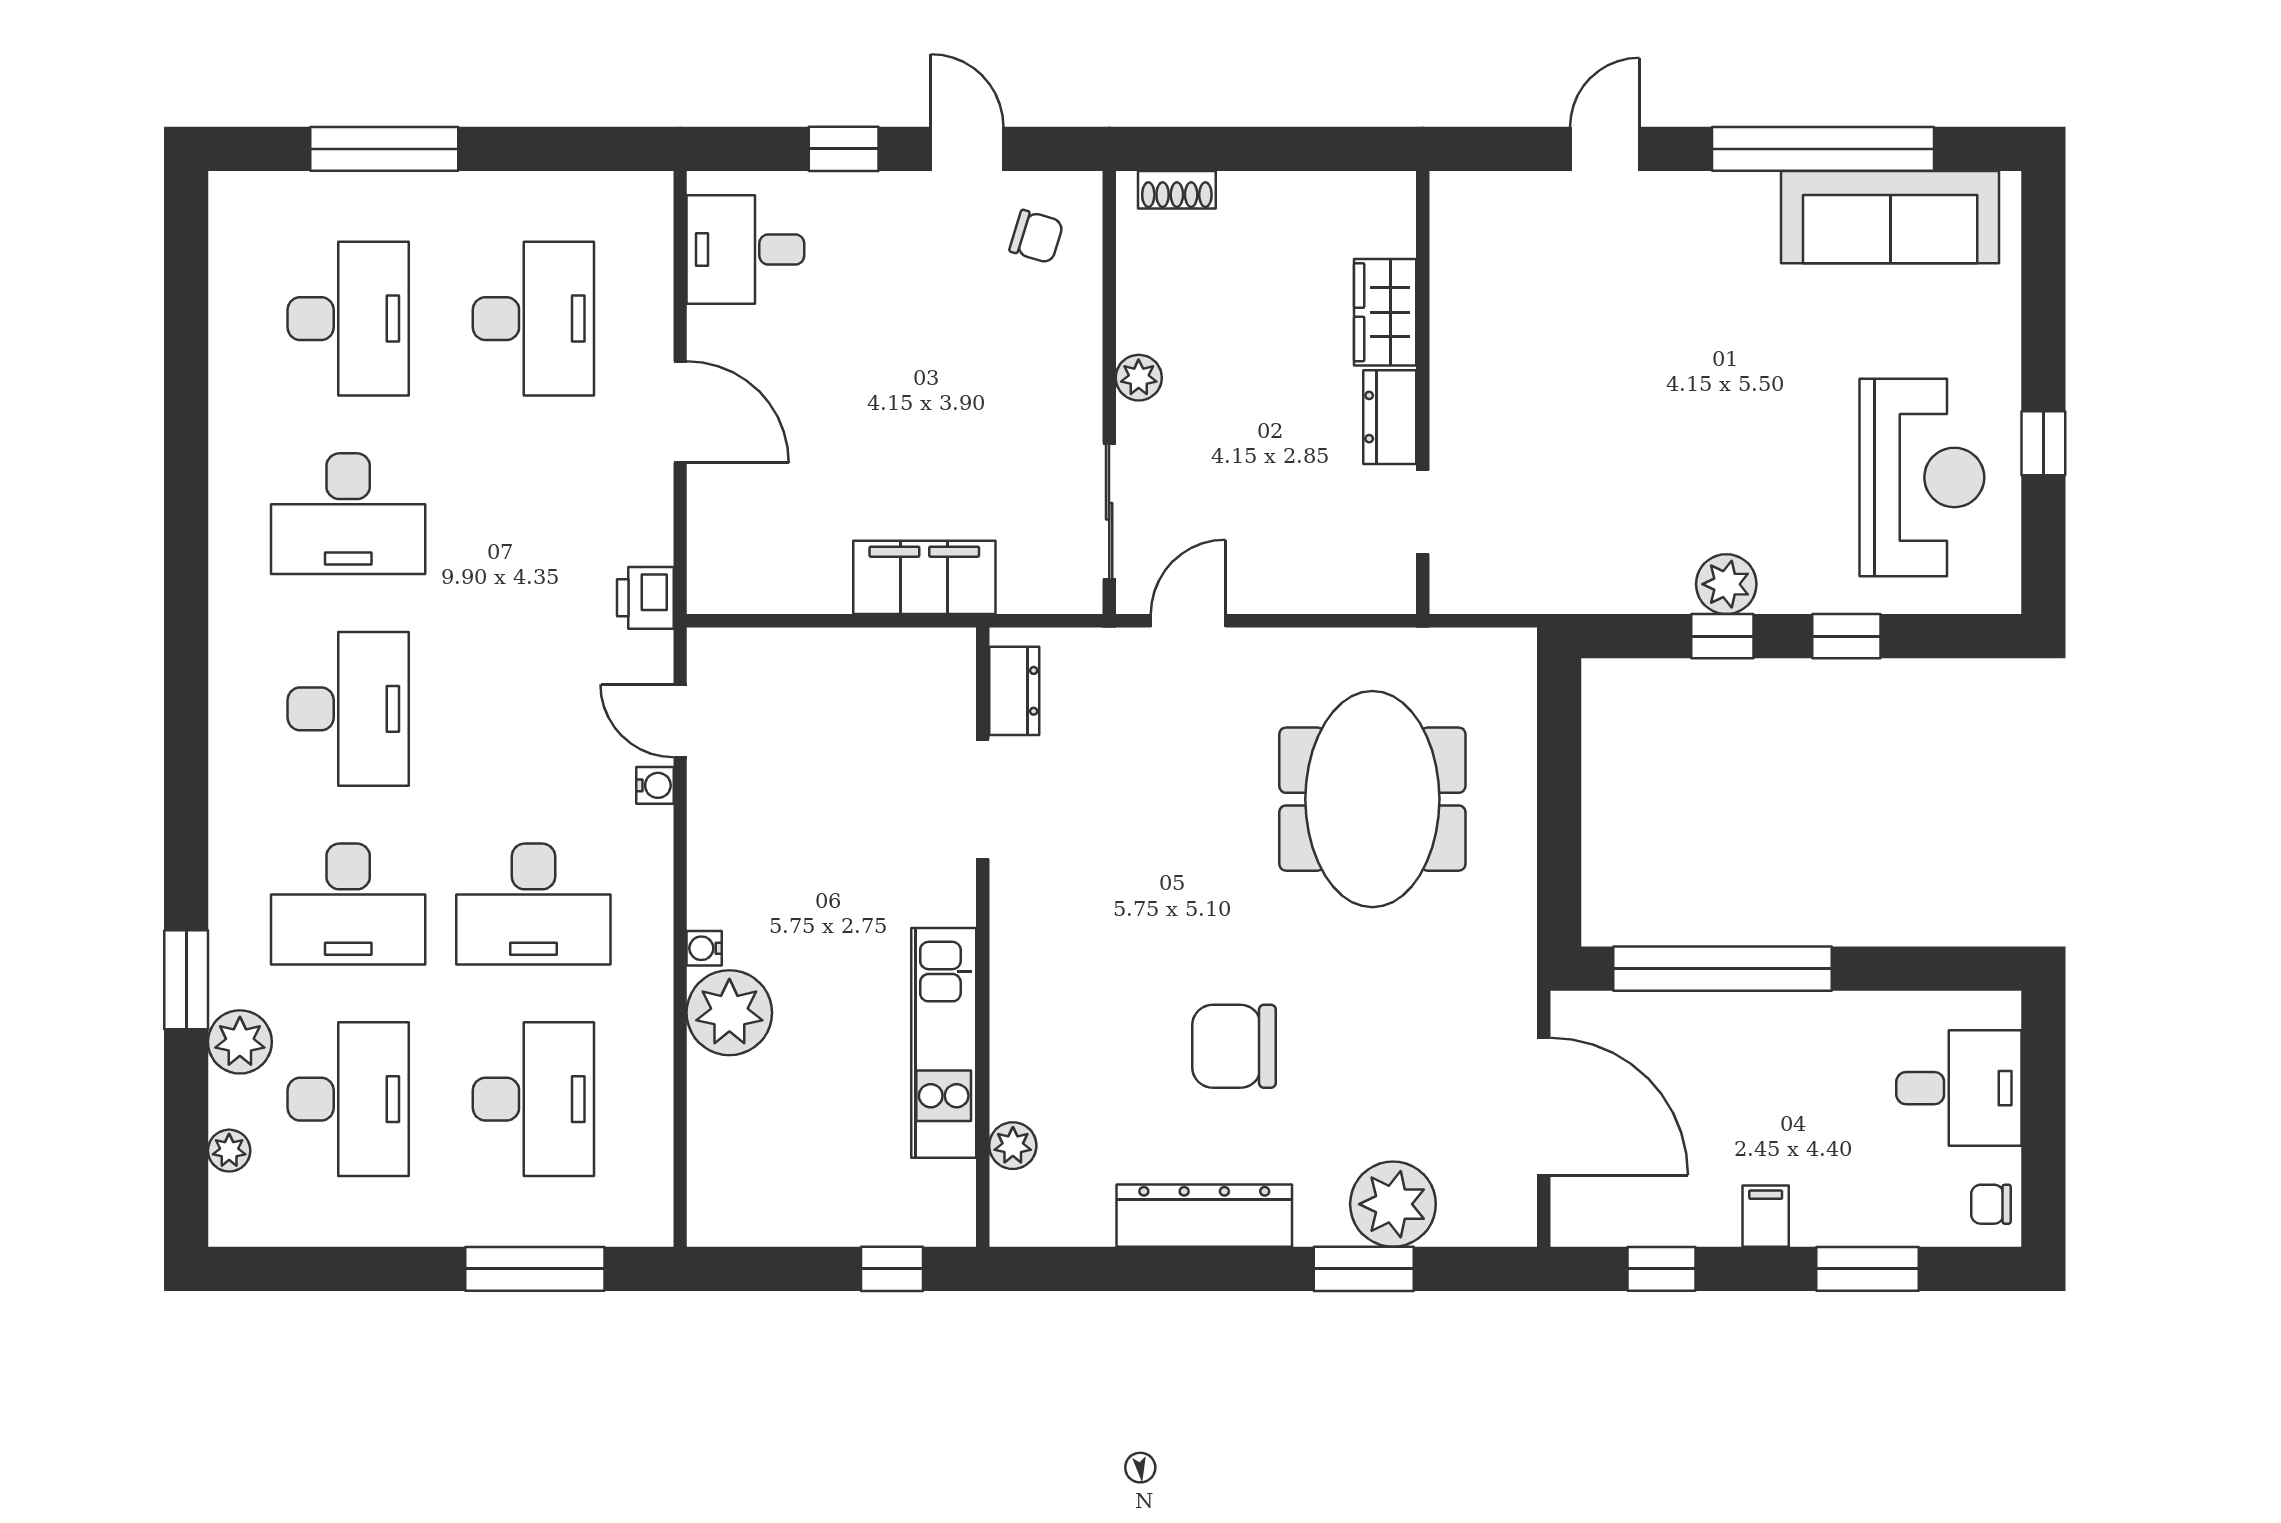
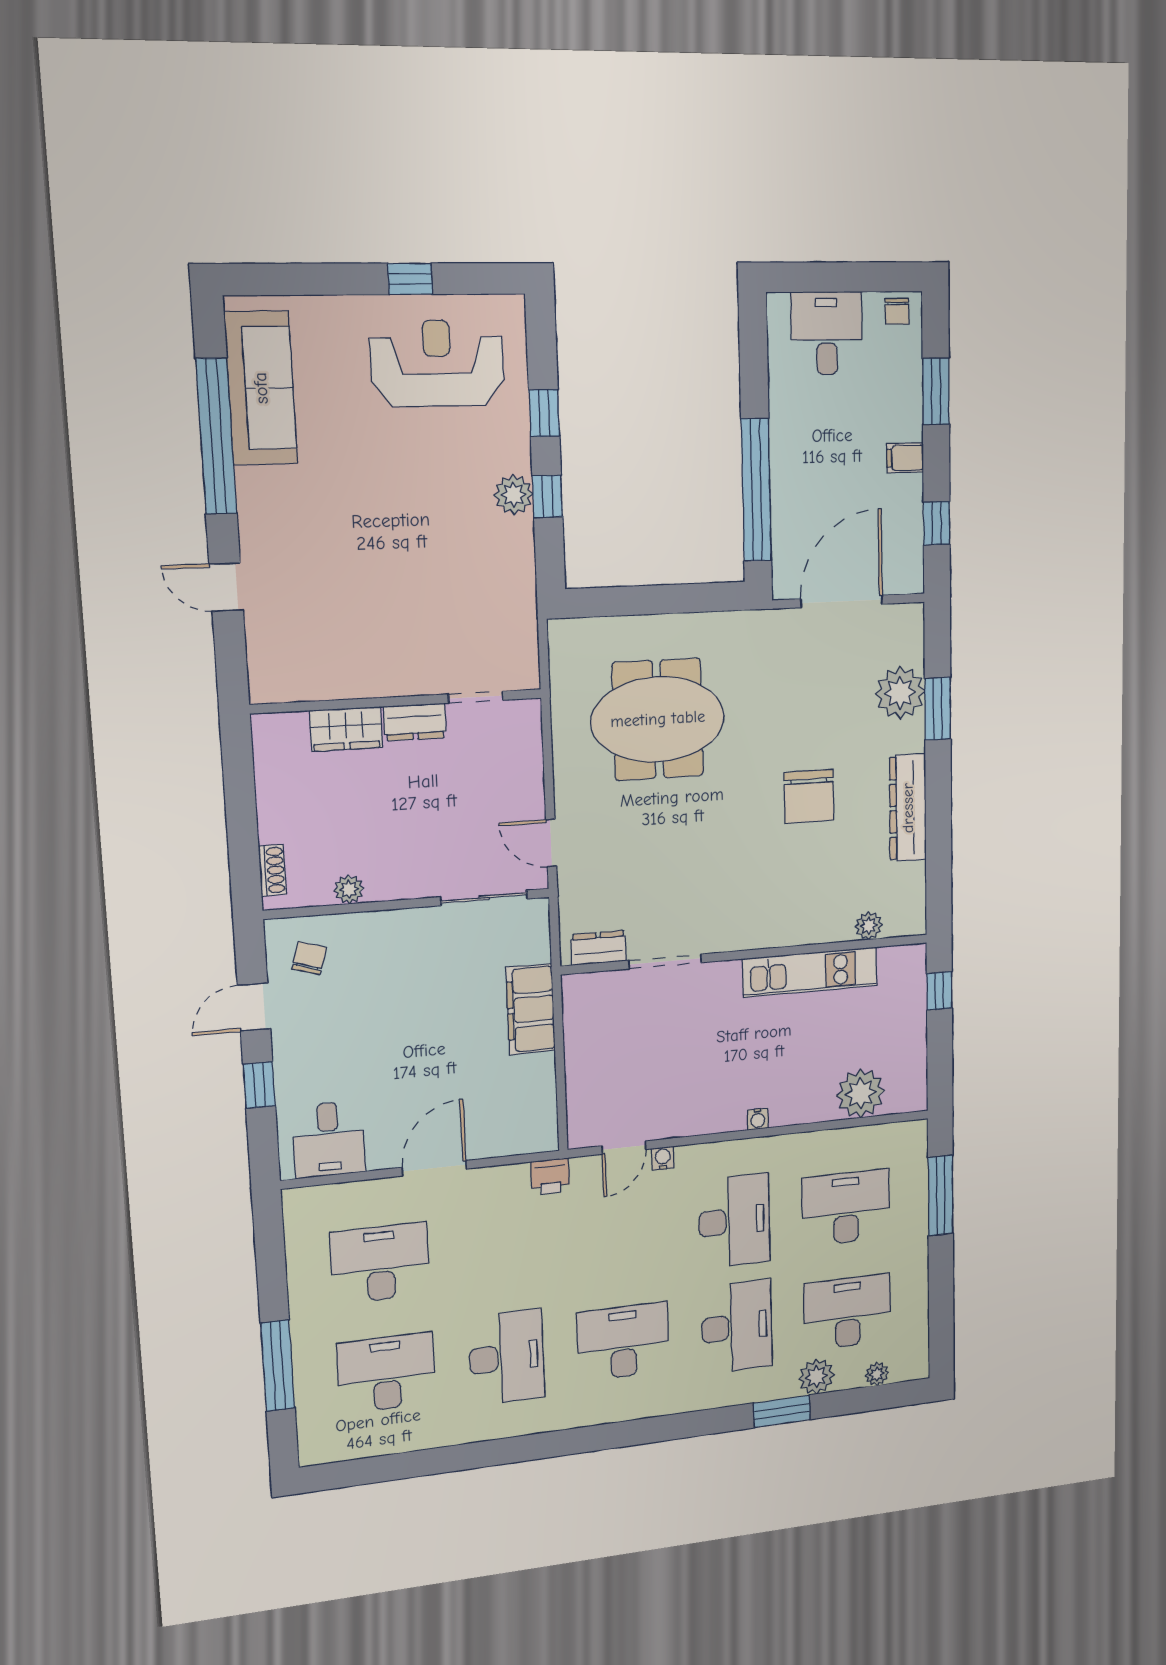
plant: (1139, 378) -> (349, 889), moved
plant: (729, 1013) -> (861, 1093), moved

